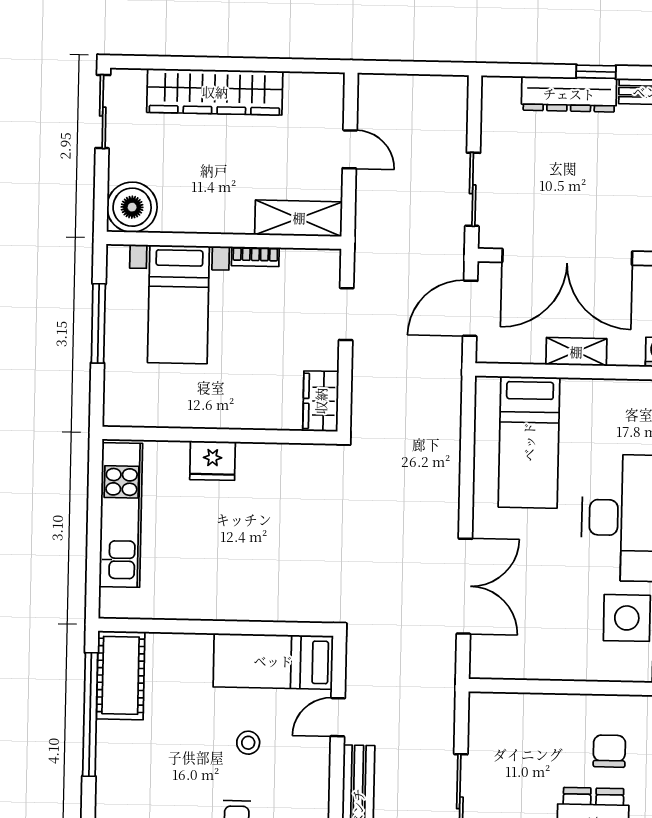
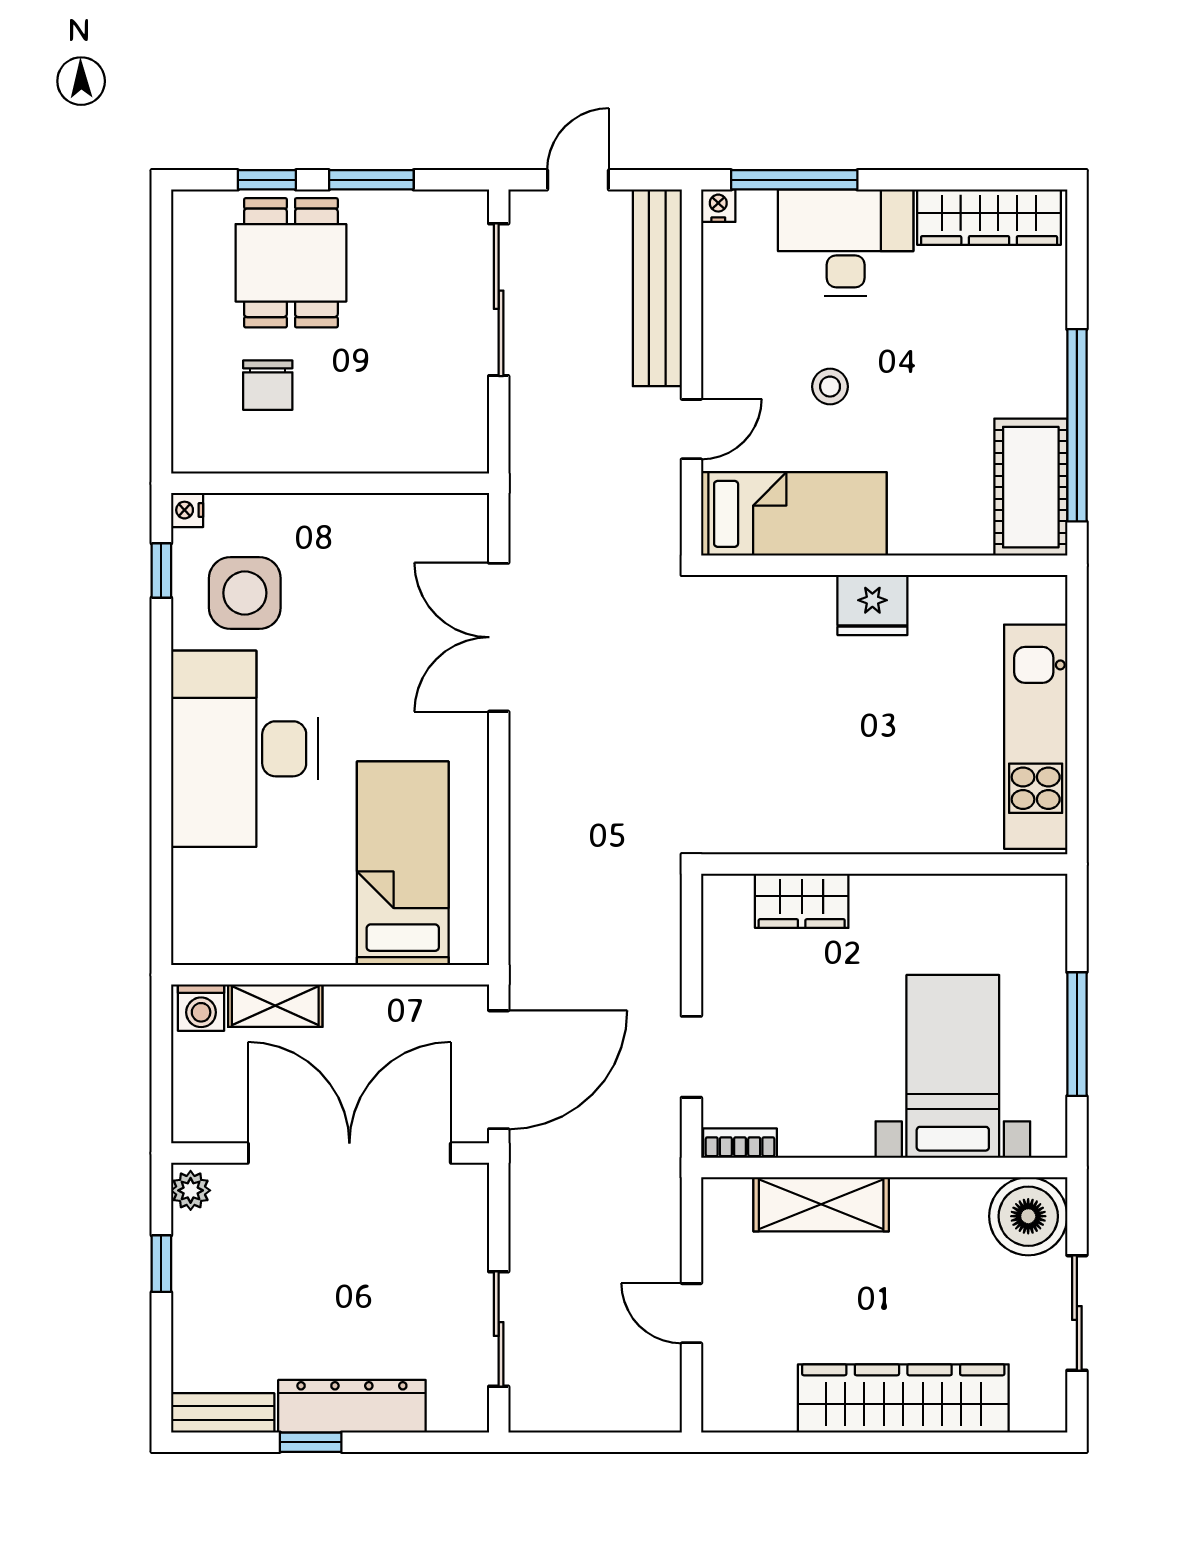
sliding door: (103, 112) -> (1077, 1313), moved
sliding door: (473, 189) -> (499, 1329), moved
shelving: (299, 218) -> (821, 1204), moved
bookcase: (255, 257) -> (740, 1143), moved
door: (470, 308) -> (499, 1070), width x1.36
shelving: (576, 352) -> (275, 1006), moved
wardrobe: (321, 401) -> (802, 901), moved, turned 90
fridge: (213, 461) -> (872, 605), moved, turned 180

